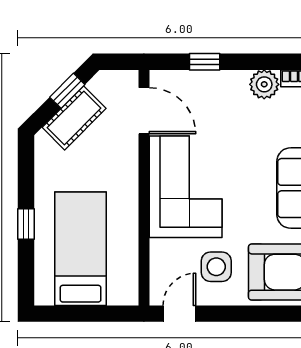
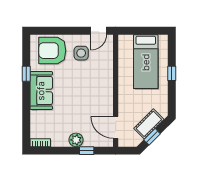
plant: (264, 84) -> (76, 140), moved
corner sofa: (186, 187) -> (96, 91), removed

